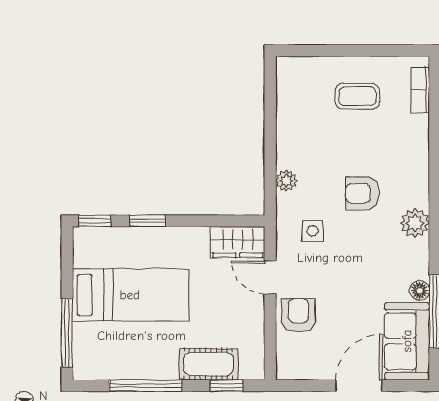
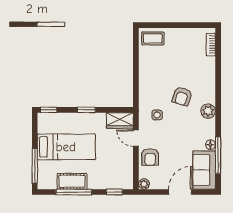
coffee table: (357, 96) -> (153, 38), moved
plant: (286, 181) -> (144, 184), moved
armchair: (363, 193) -> (182, 96), turned -73
window: (147, 221) -> (86, 110), moved
armchair: (299, 315) -> (150, 157), turned 180
cot: (208, 364) -> (72, 181), moved

